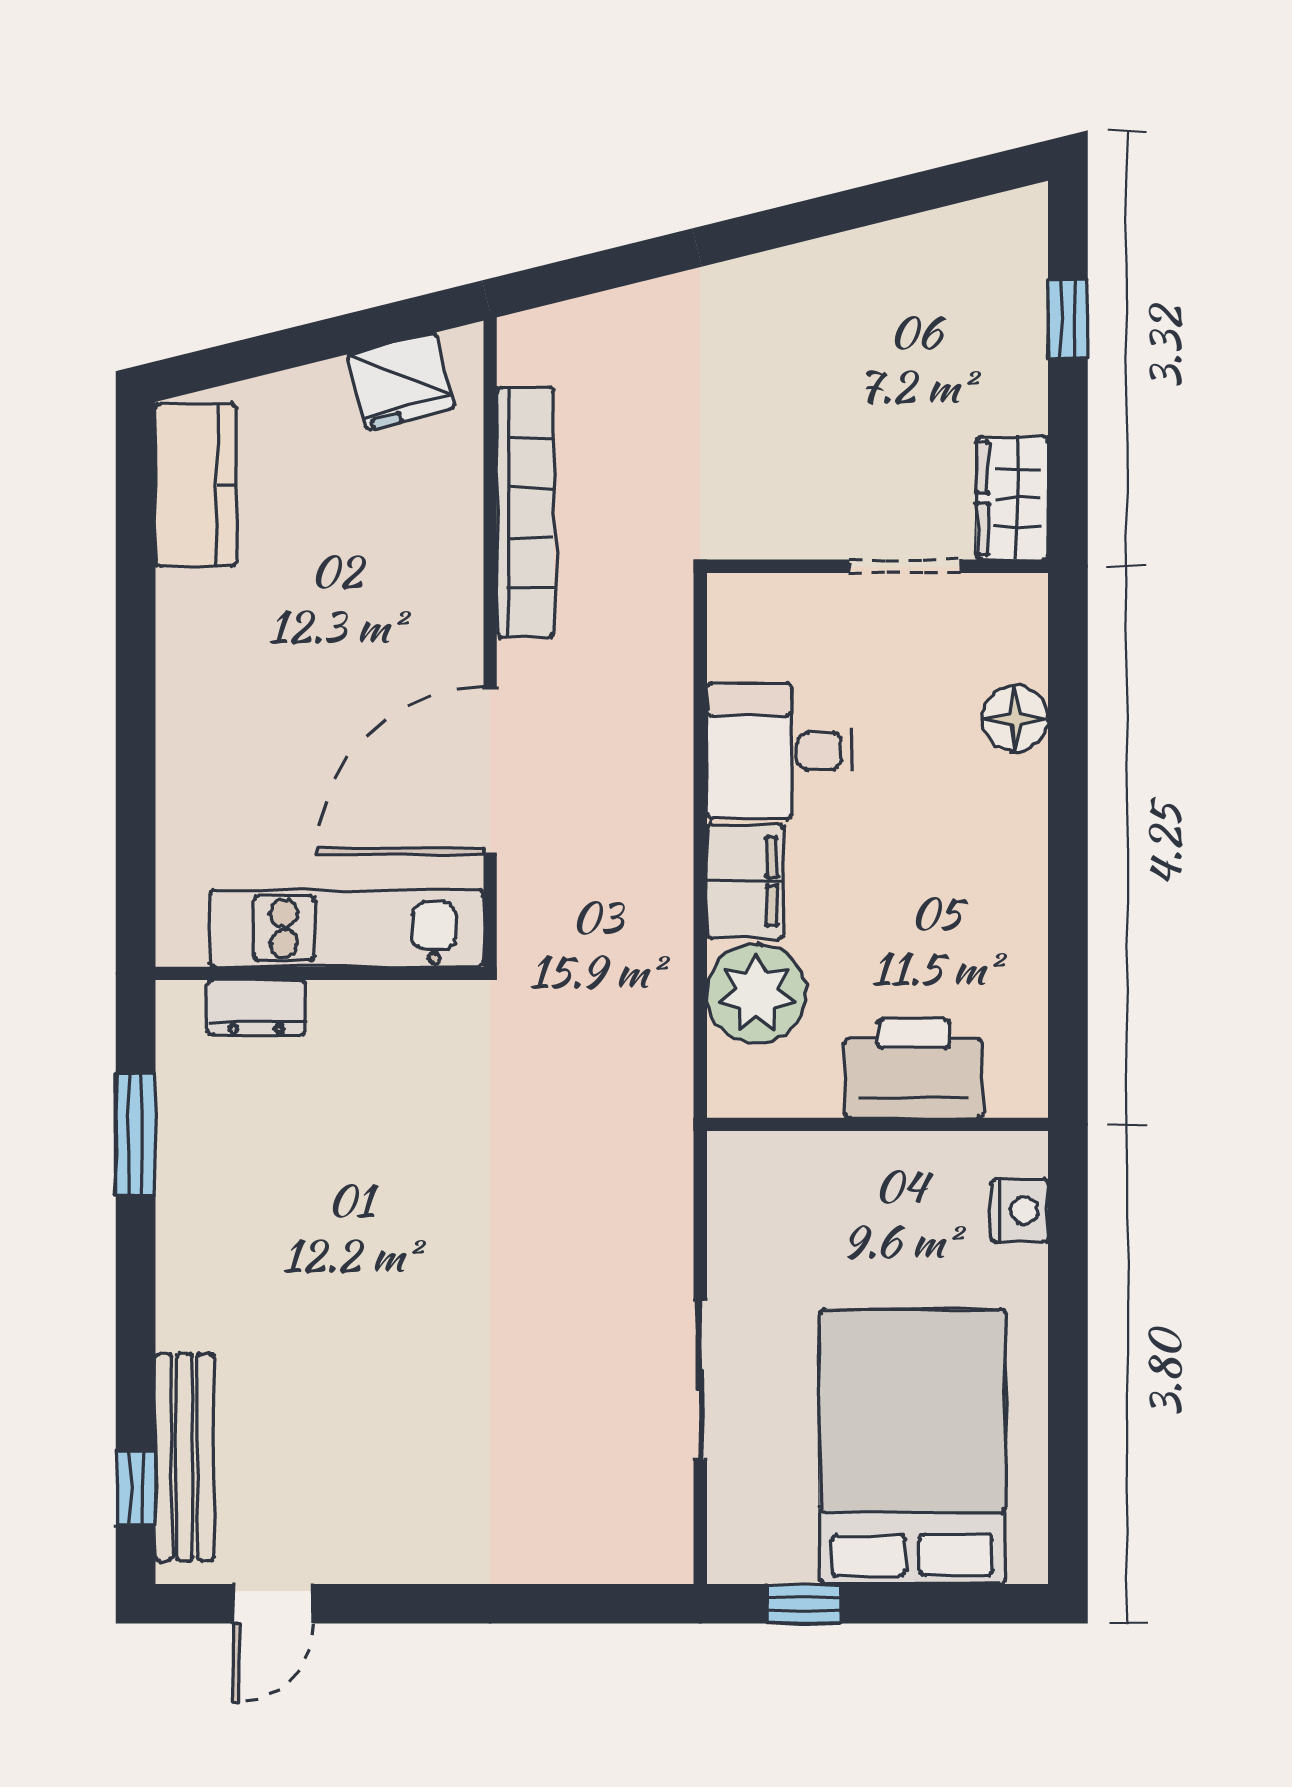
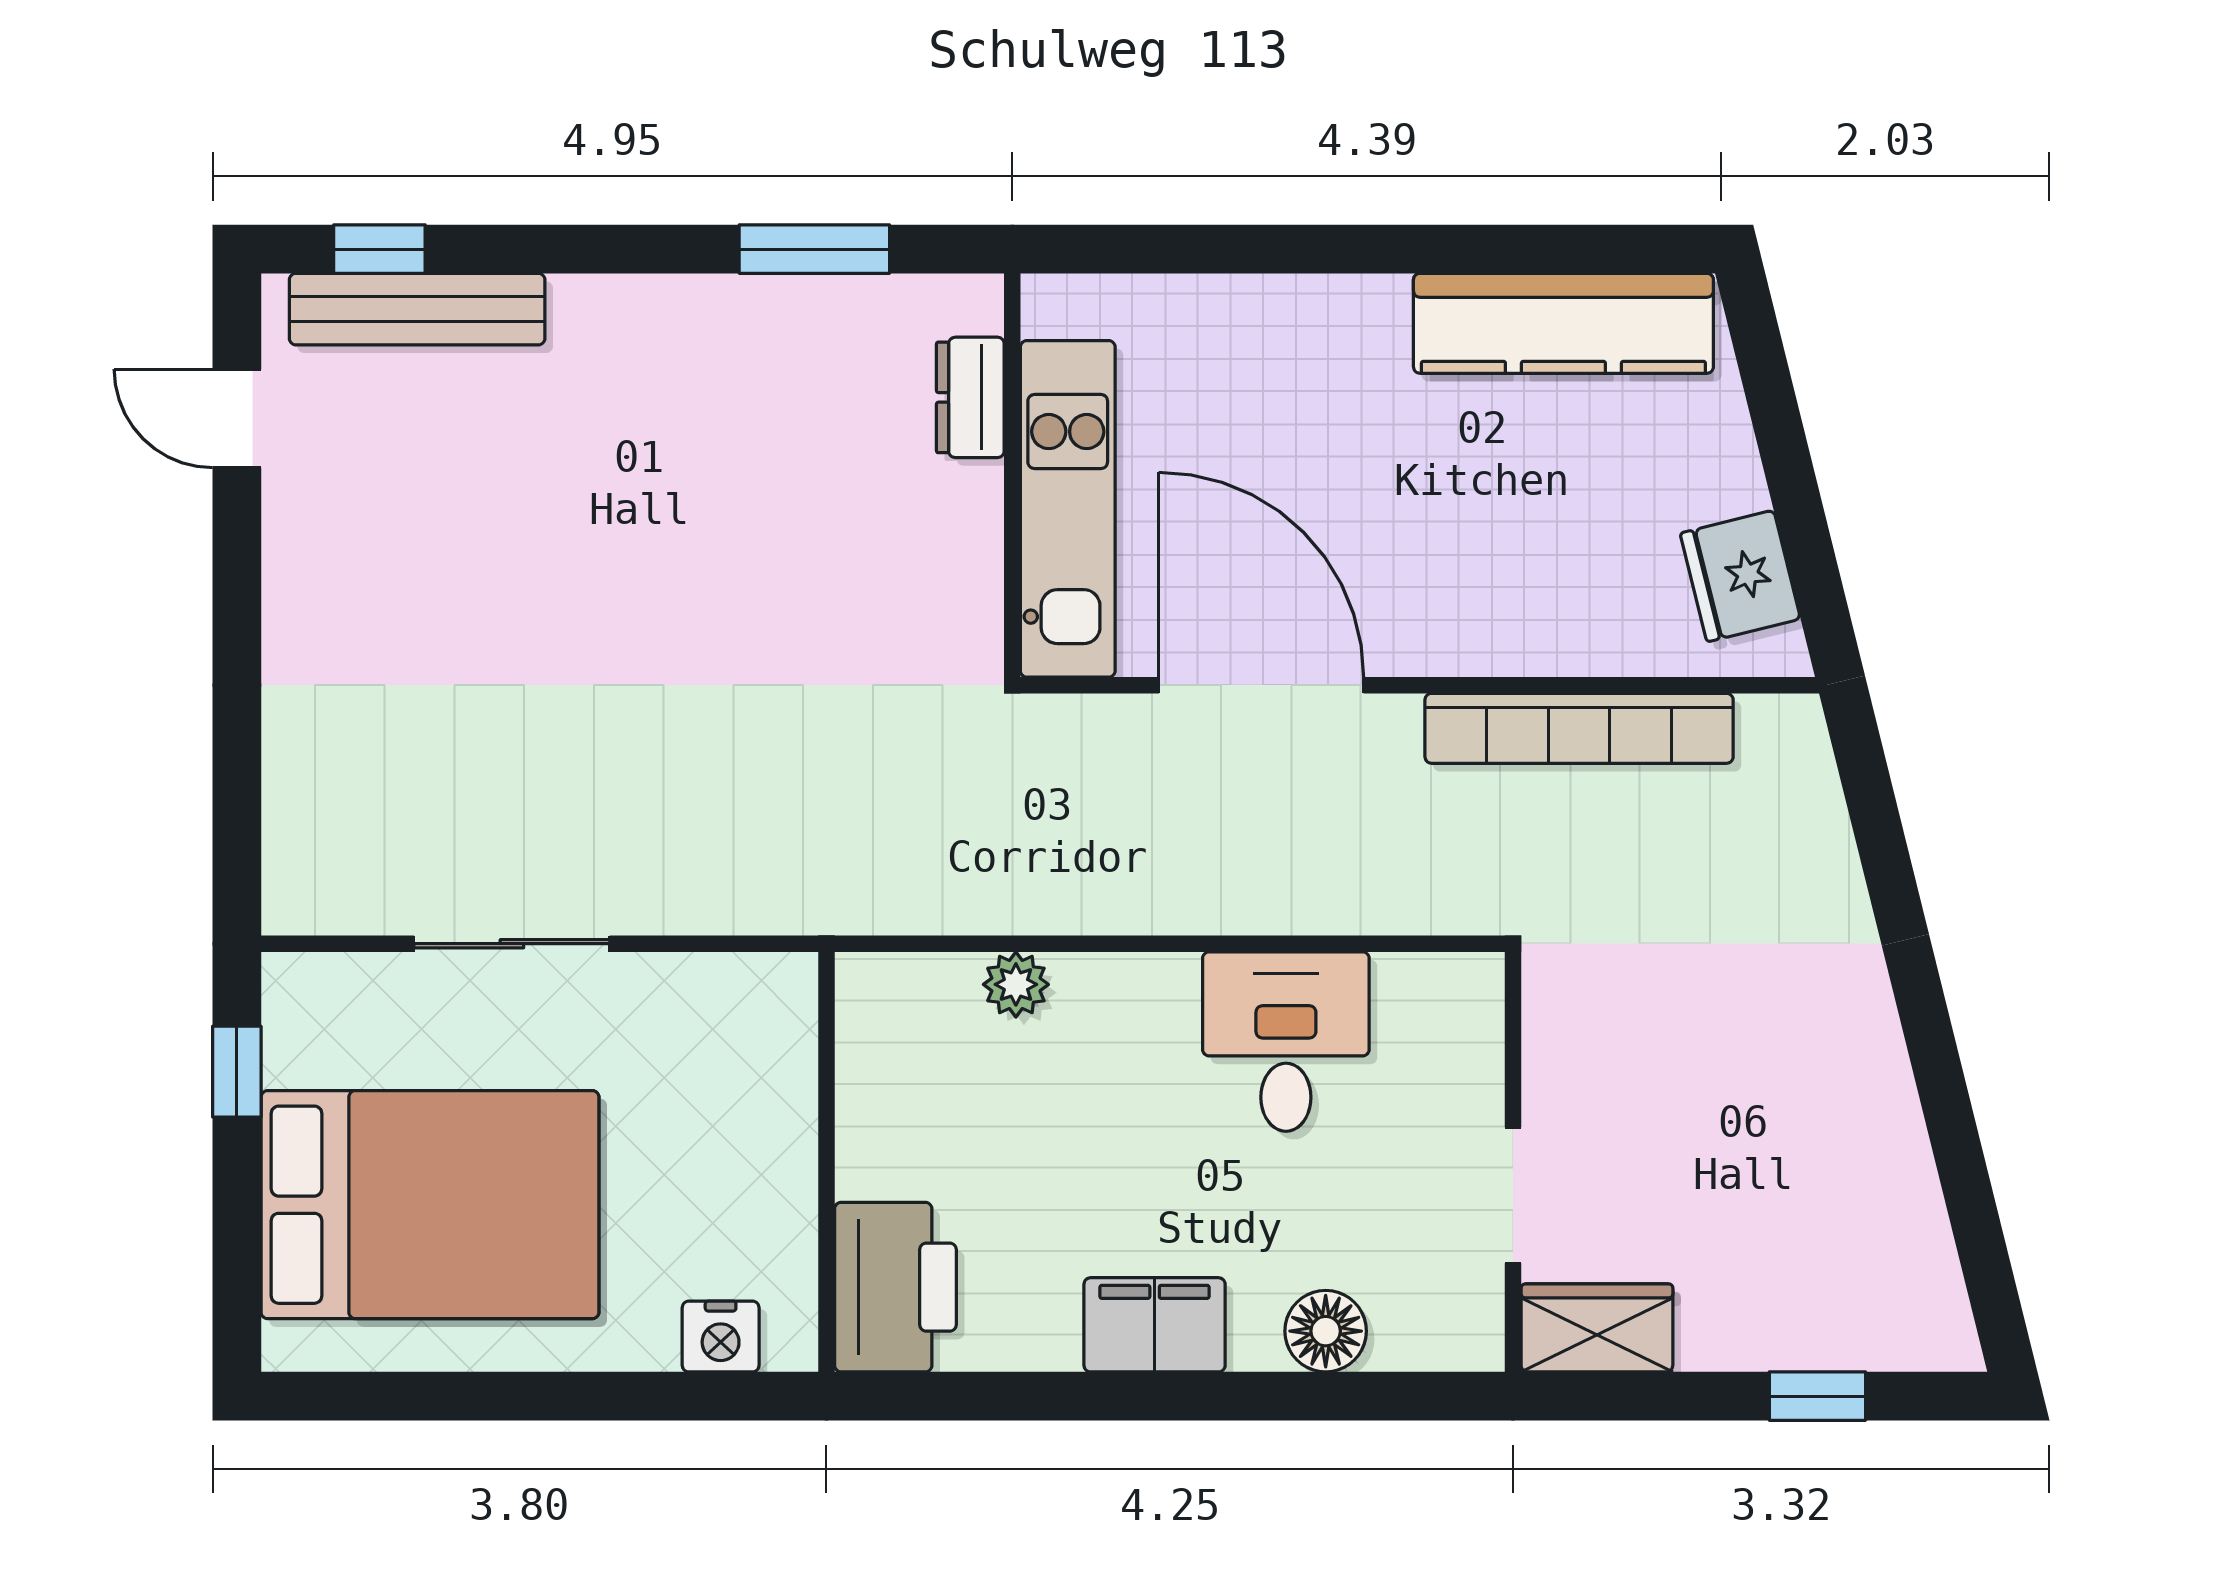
kitchen counter: (196, 485) -> (1563, 323), width x1.50
filing cabinet: (745, 881) -> (1155, 1325), moved, turned 180
plant: (757, 994) -> (1016, 984), width x0.53, depth x0.53
printer: (914, 1068) -> (895, 1287), moved

